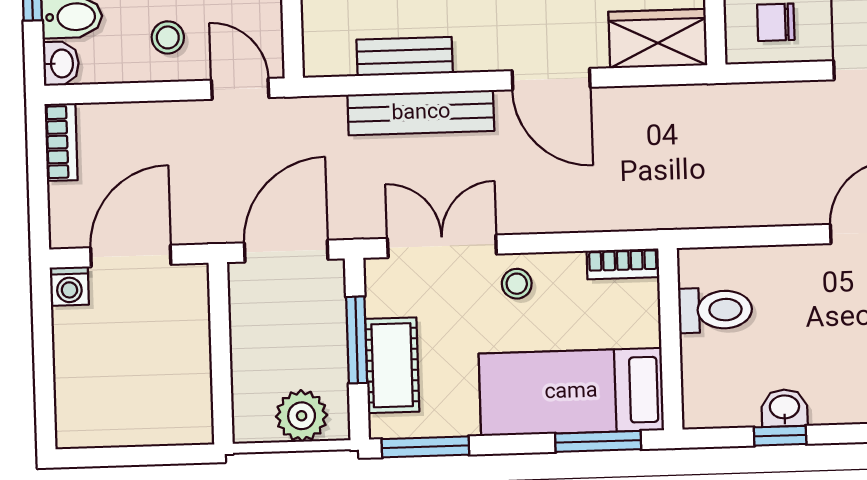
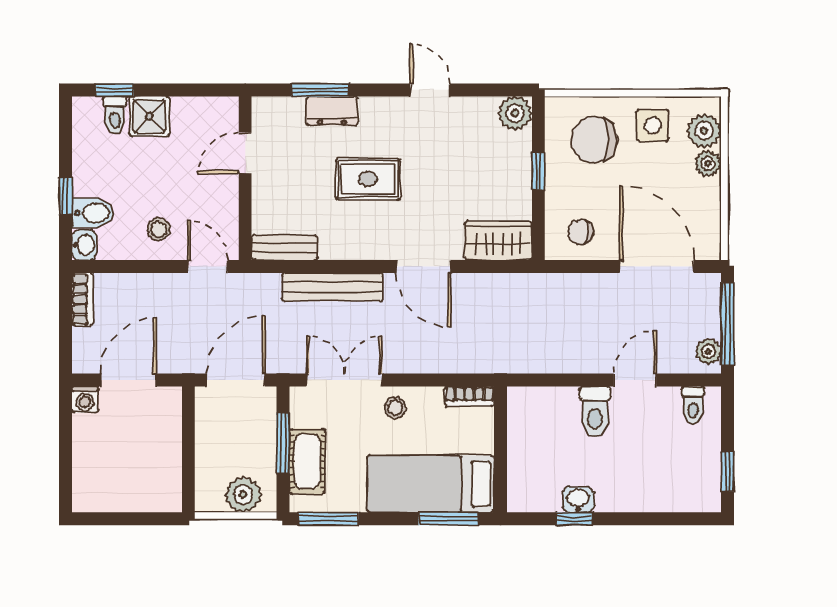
bench: (405, 56) -> (284, 248), moved
toilet: (715, 310) -> (595, 412), moved, turned 90

